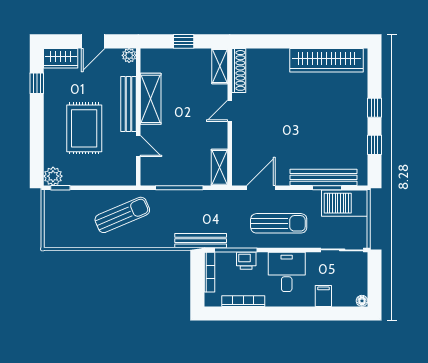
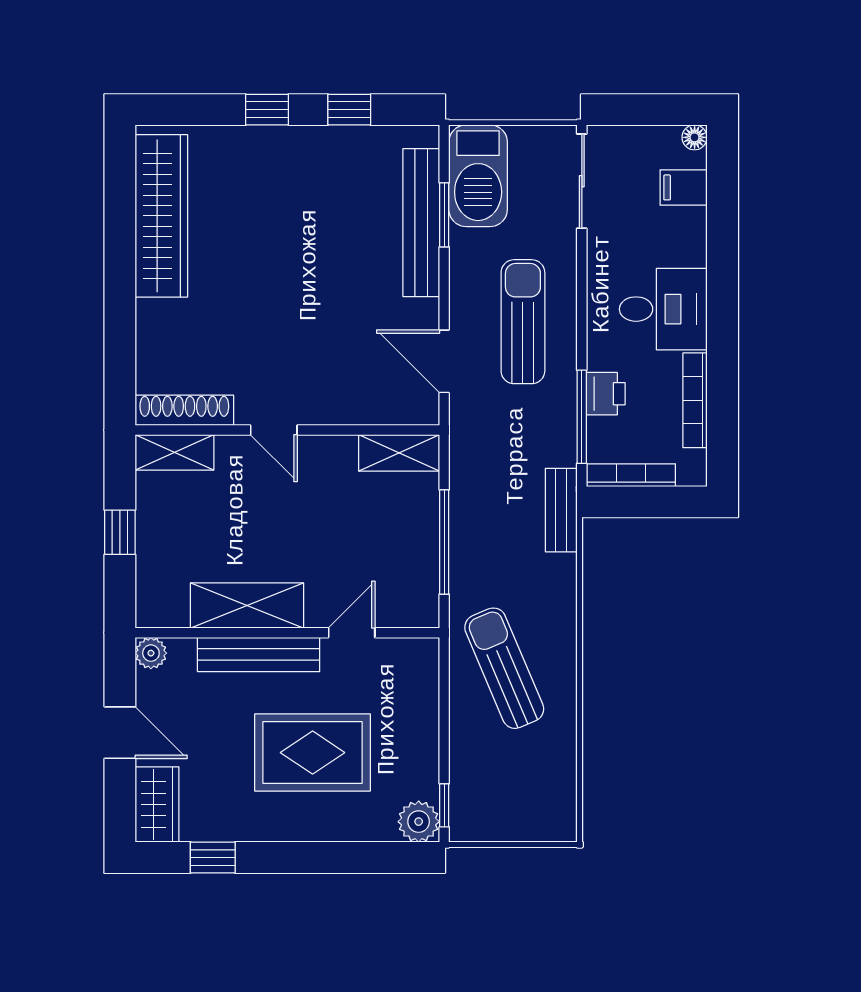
bench: (201, 241) -> (561, 510), width x0.73
desk: (287, 272) -> (663, 309), moved, turned 180
filing cabinet: (323, 296) -> (684, 187), moved

